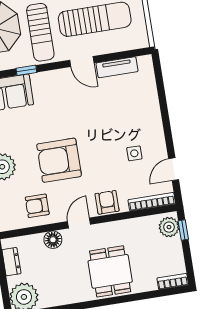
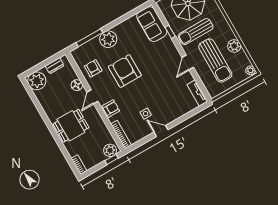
tv unit: (117, 67) -> (197, 93), moved
door: (174, 169) -> (161, 131), moved
door: (79, 223) -> (92, 97), swing flipped

